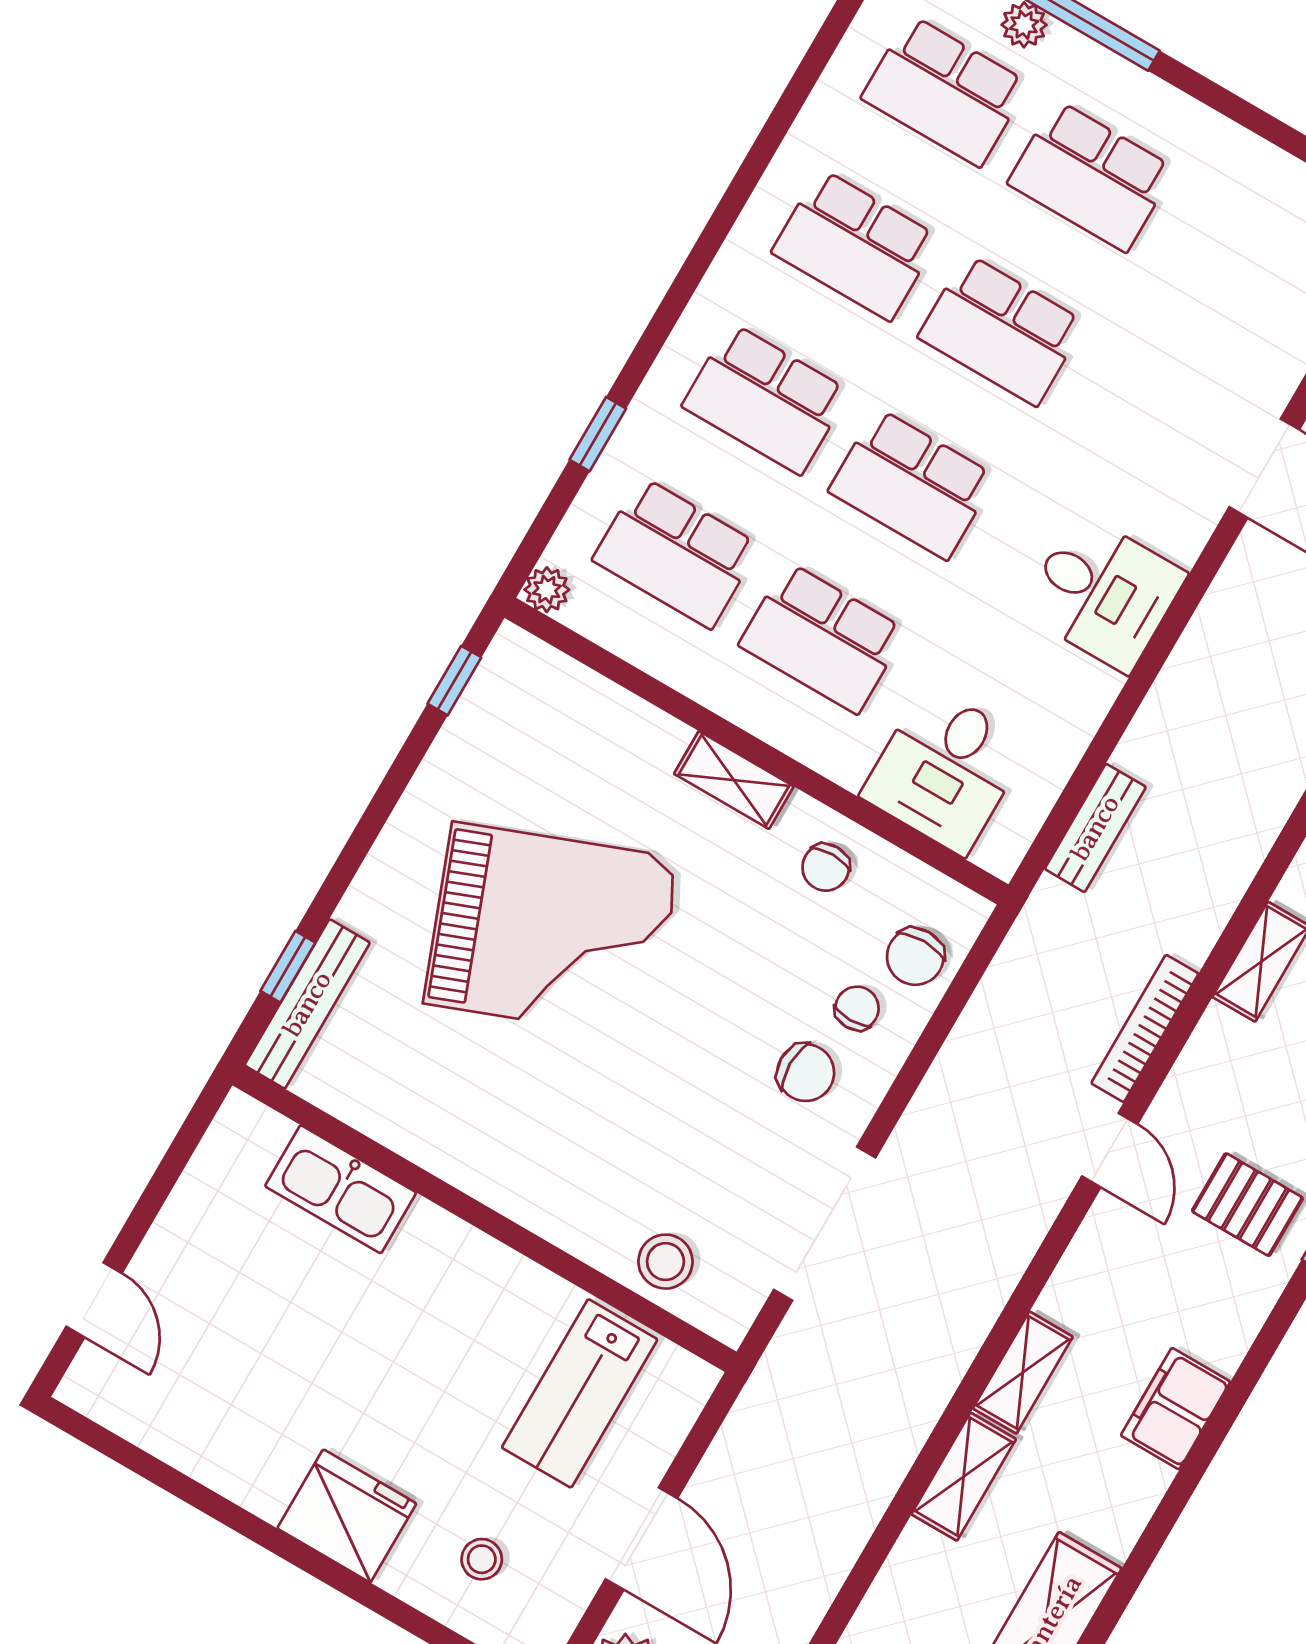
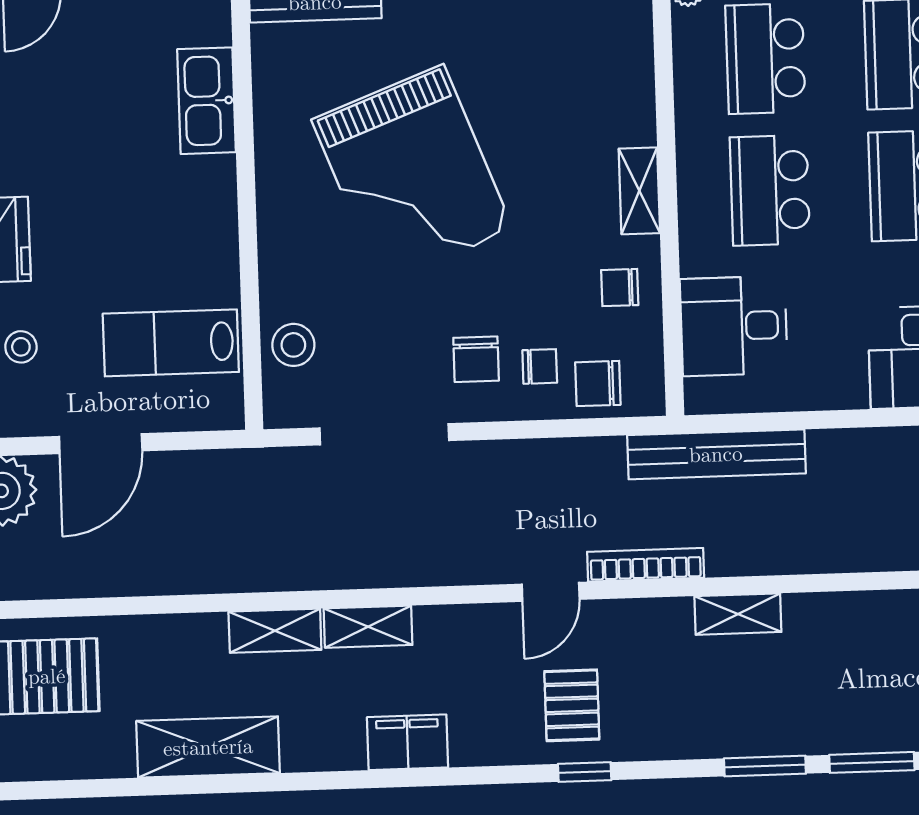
bench: (1095, 828) -> (716, 454), width x1.86, depth x1.21
grand piano: (551, 931) -> (412, 174), moved

